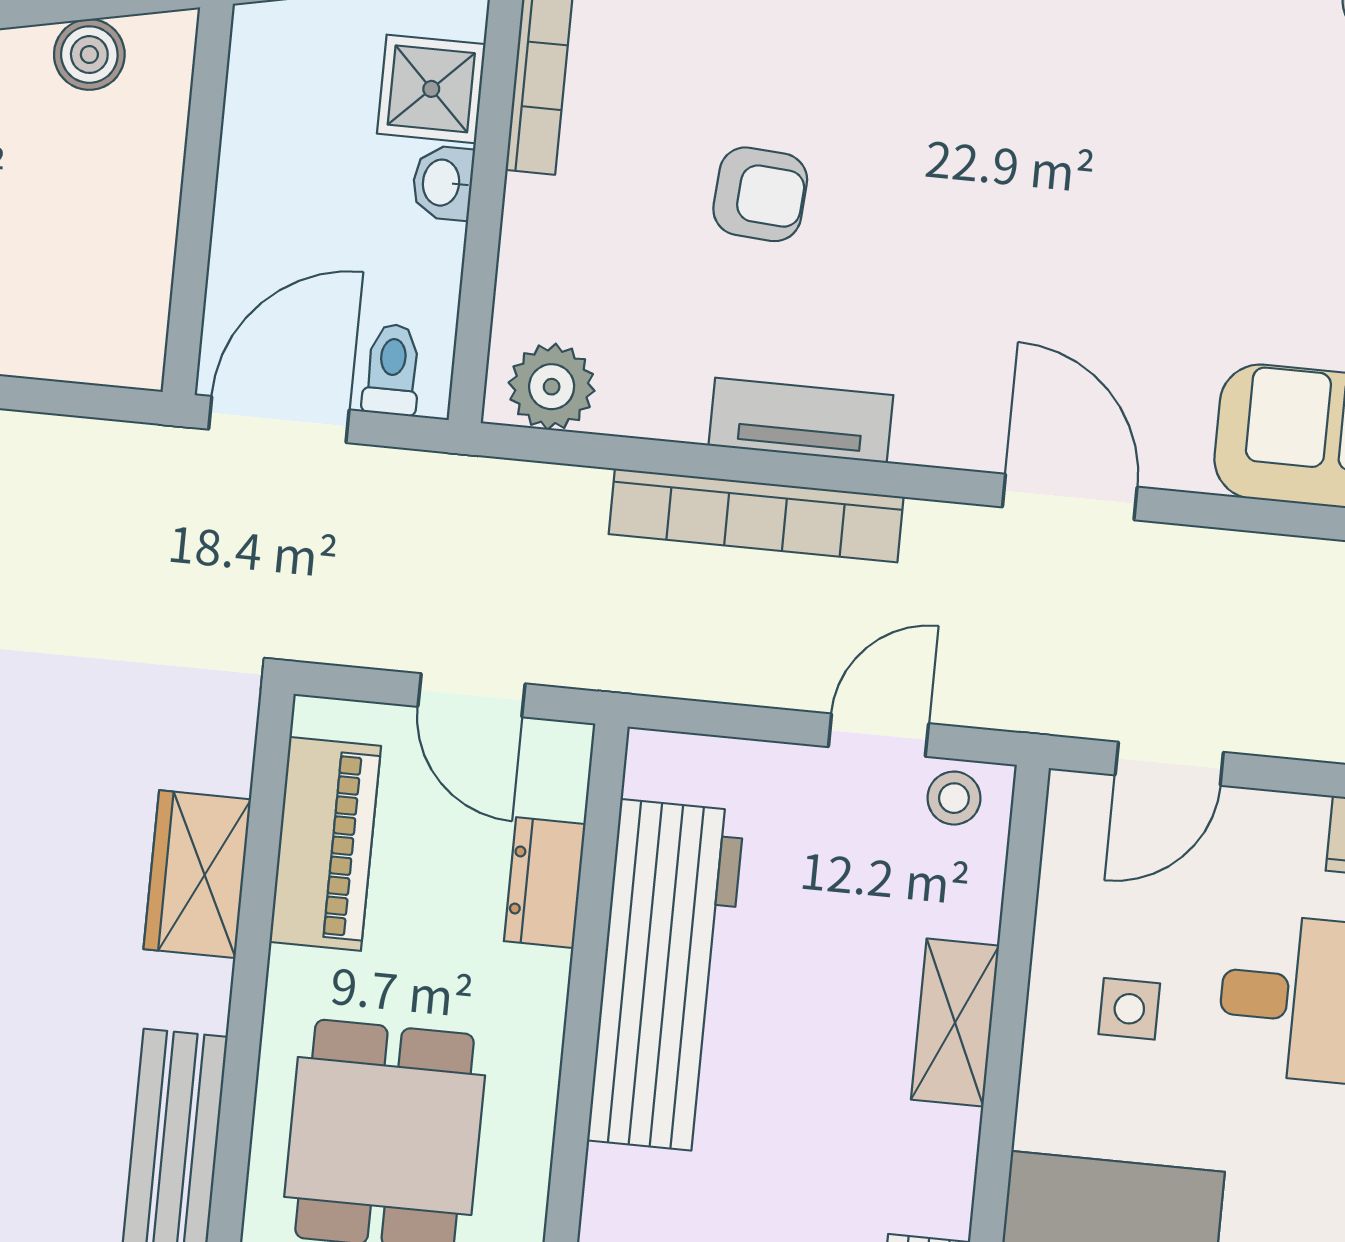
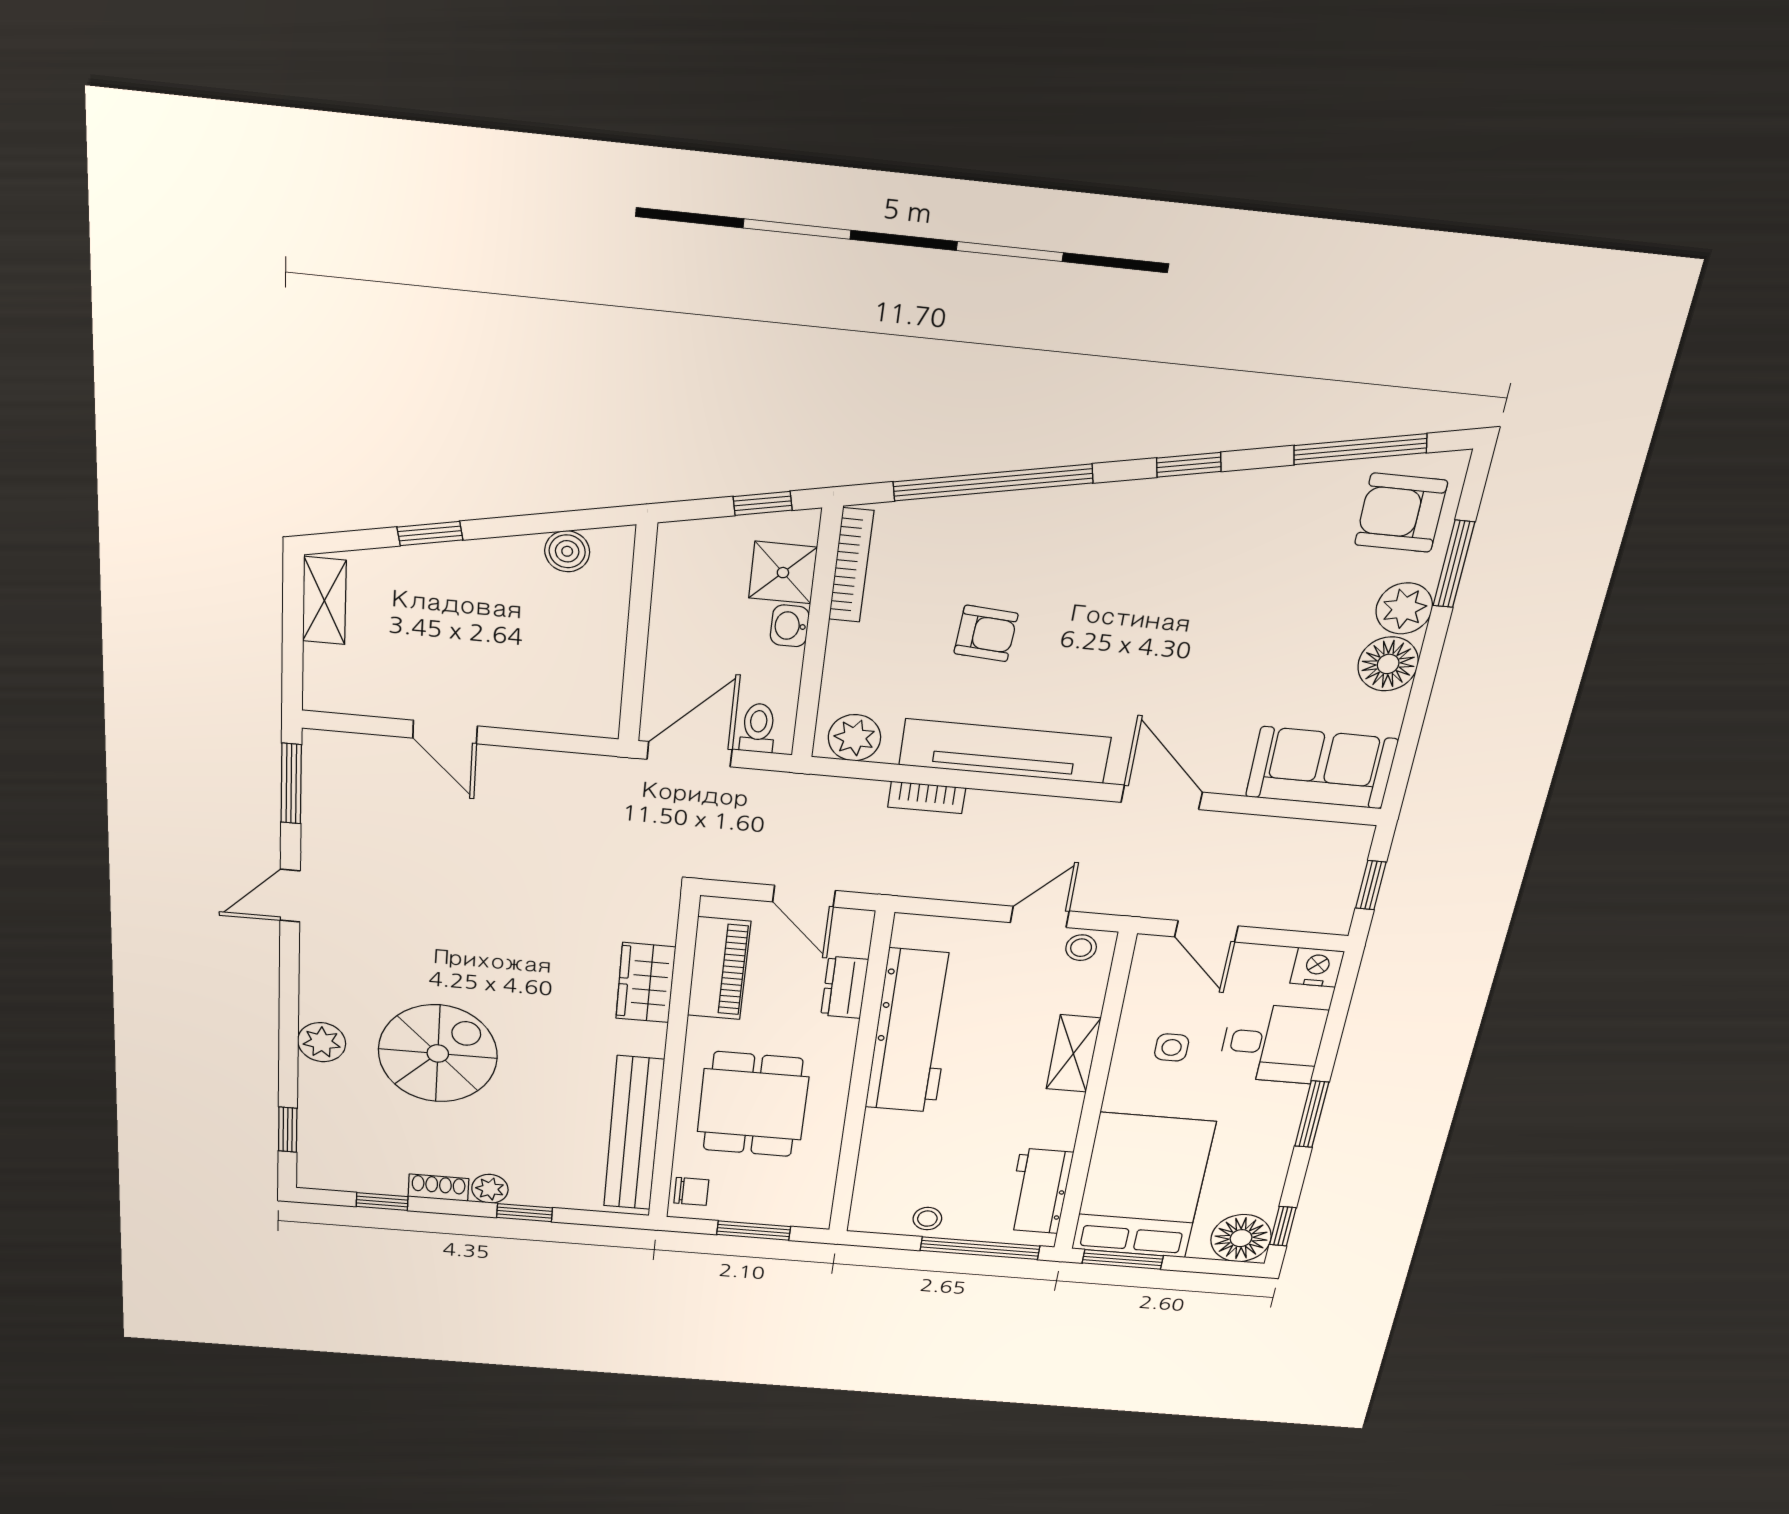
tv unit: (801, 420) -> (1005, 751), width x1.92, depth x1.29
bookcase: (756, 515) -> (927, 797), width x0.43, depth x0.76
door: (1169, 764) -> (1206, 931), hinge flipped

